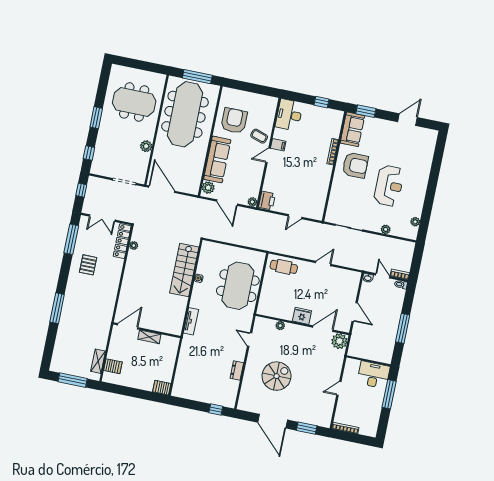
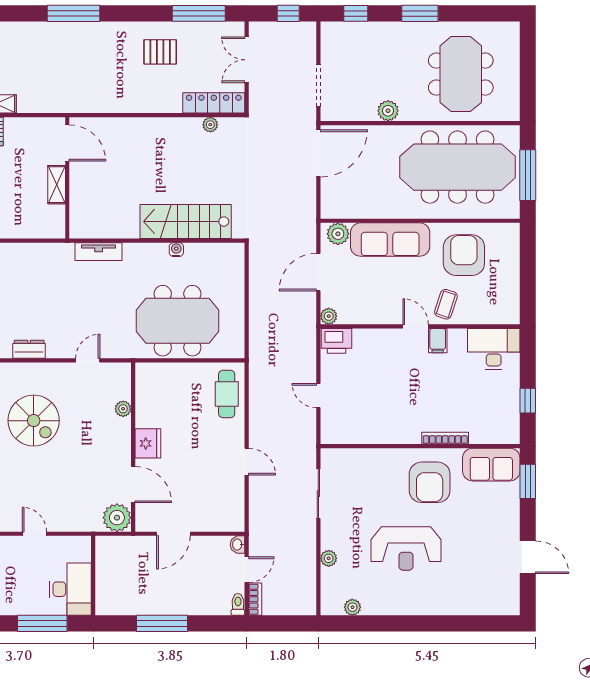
armchair: (234, 121) -> (464, 255), turned -90

